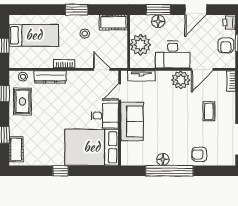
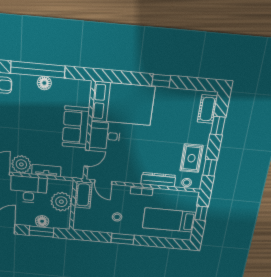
cot: (113, 22) -> (83, 195), moved, turned 90
tv unit: (141, 76) -> (46, 171), moved

